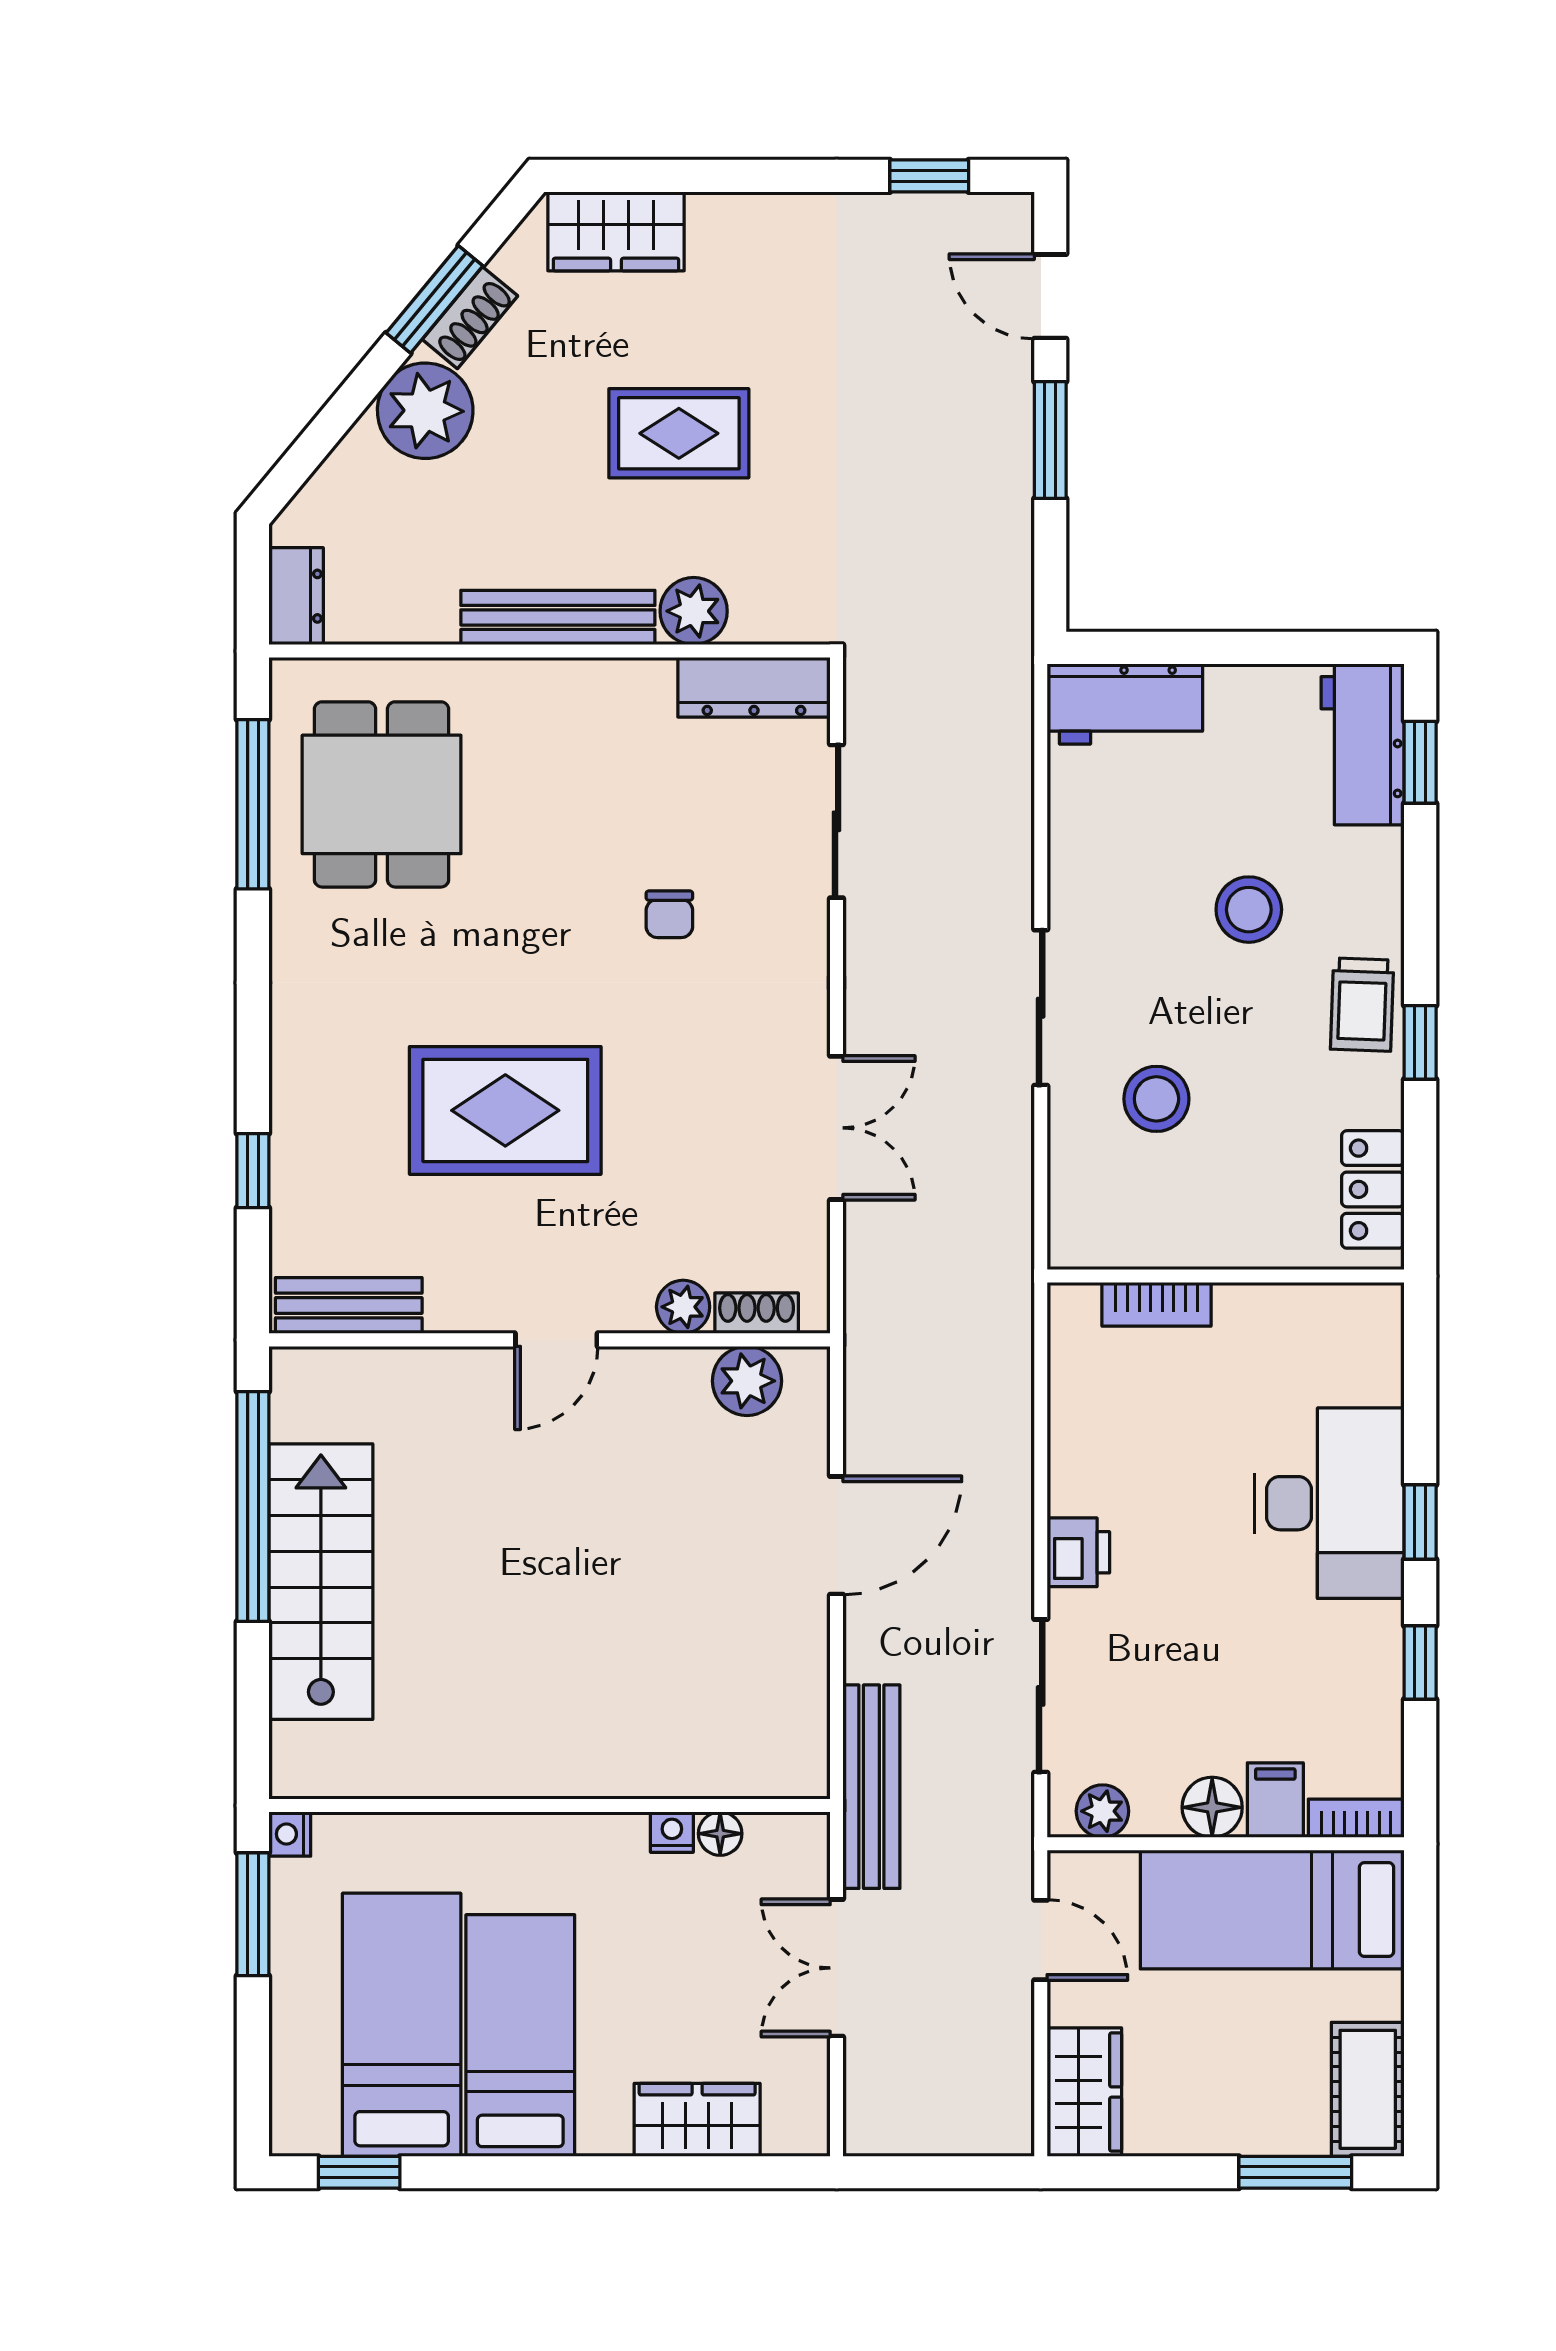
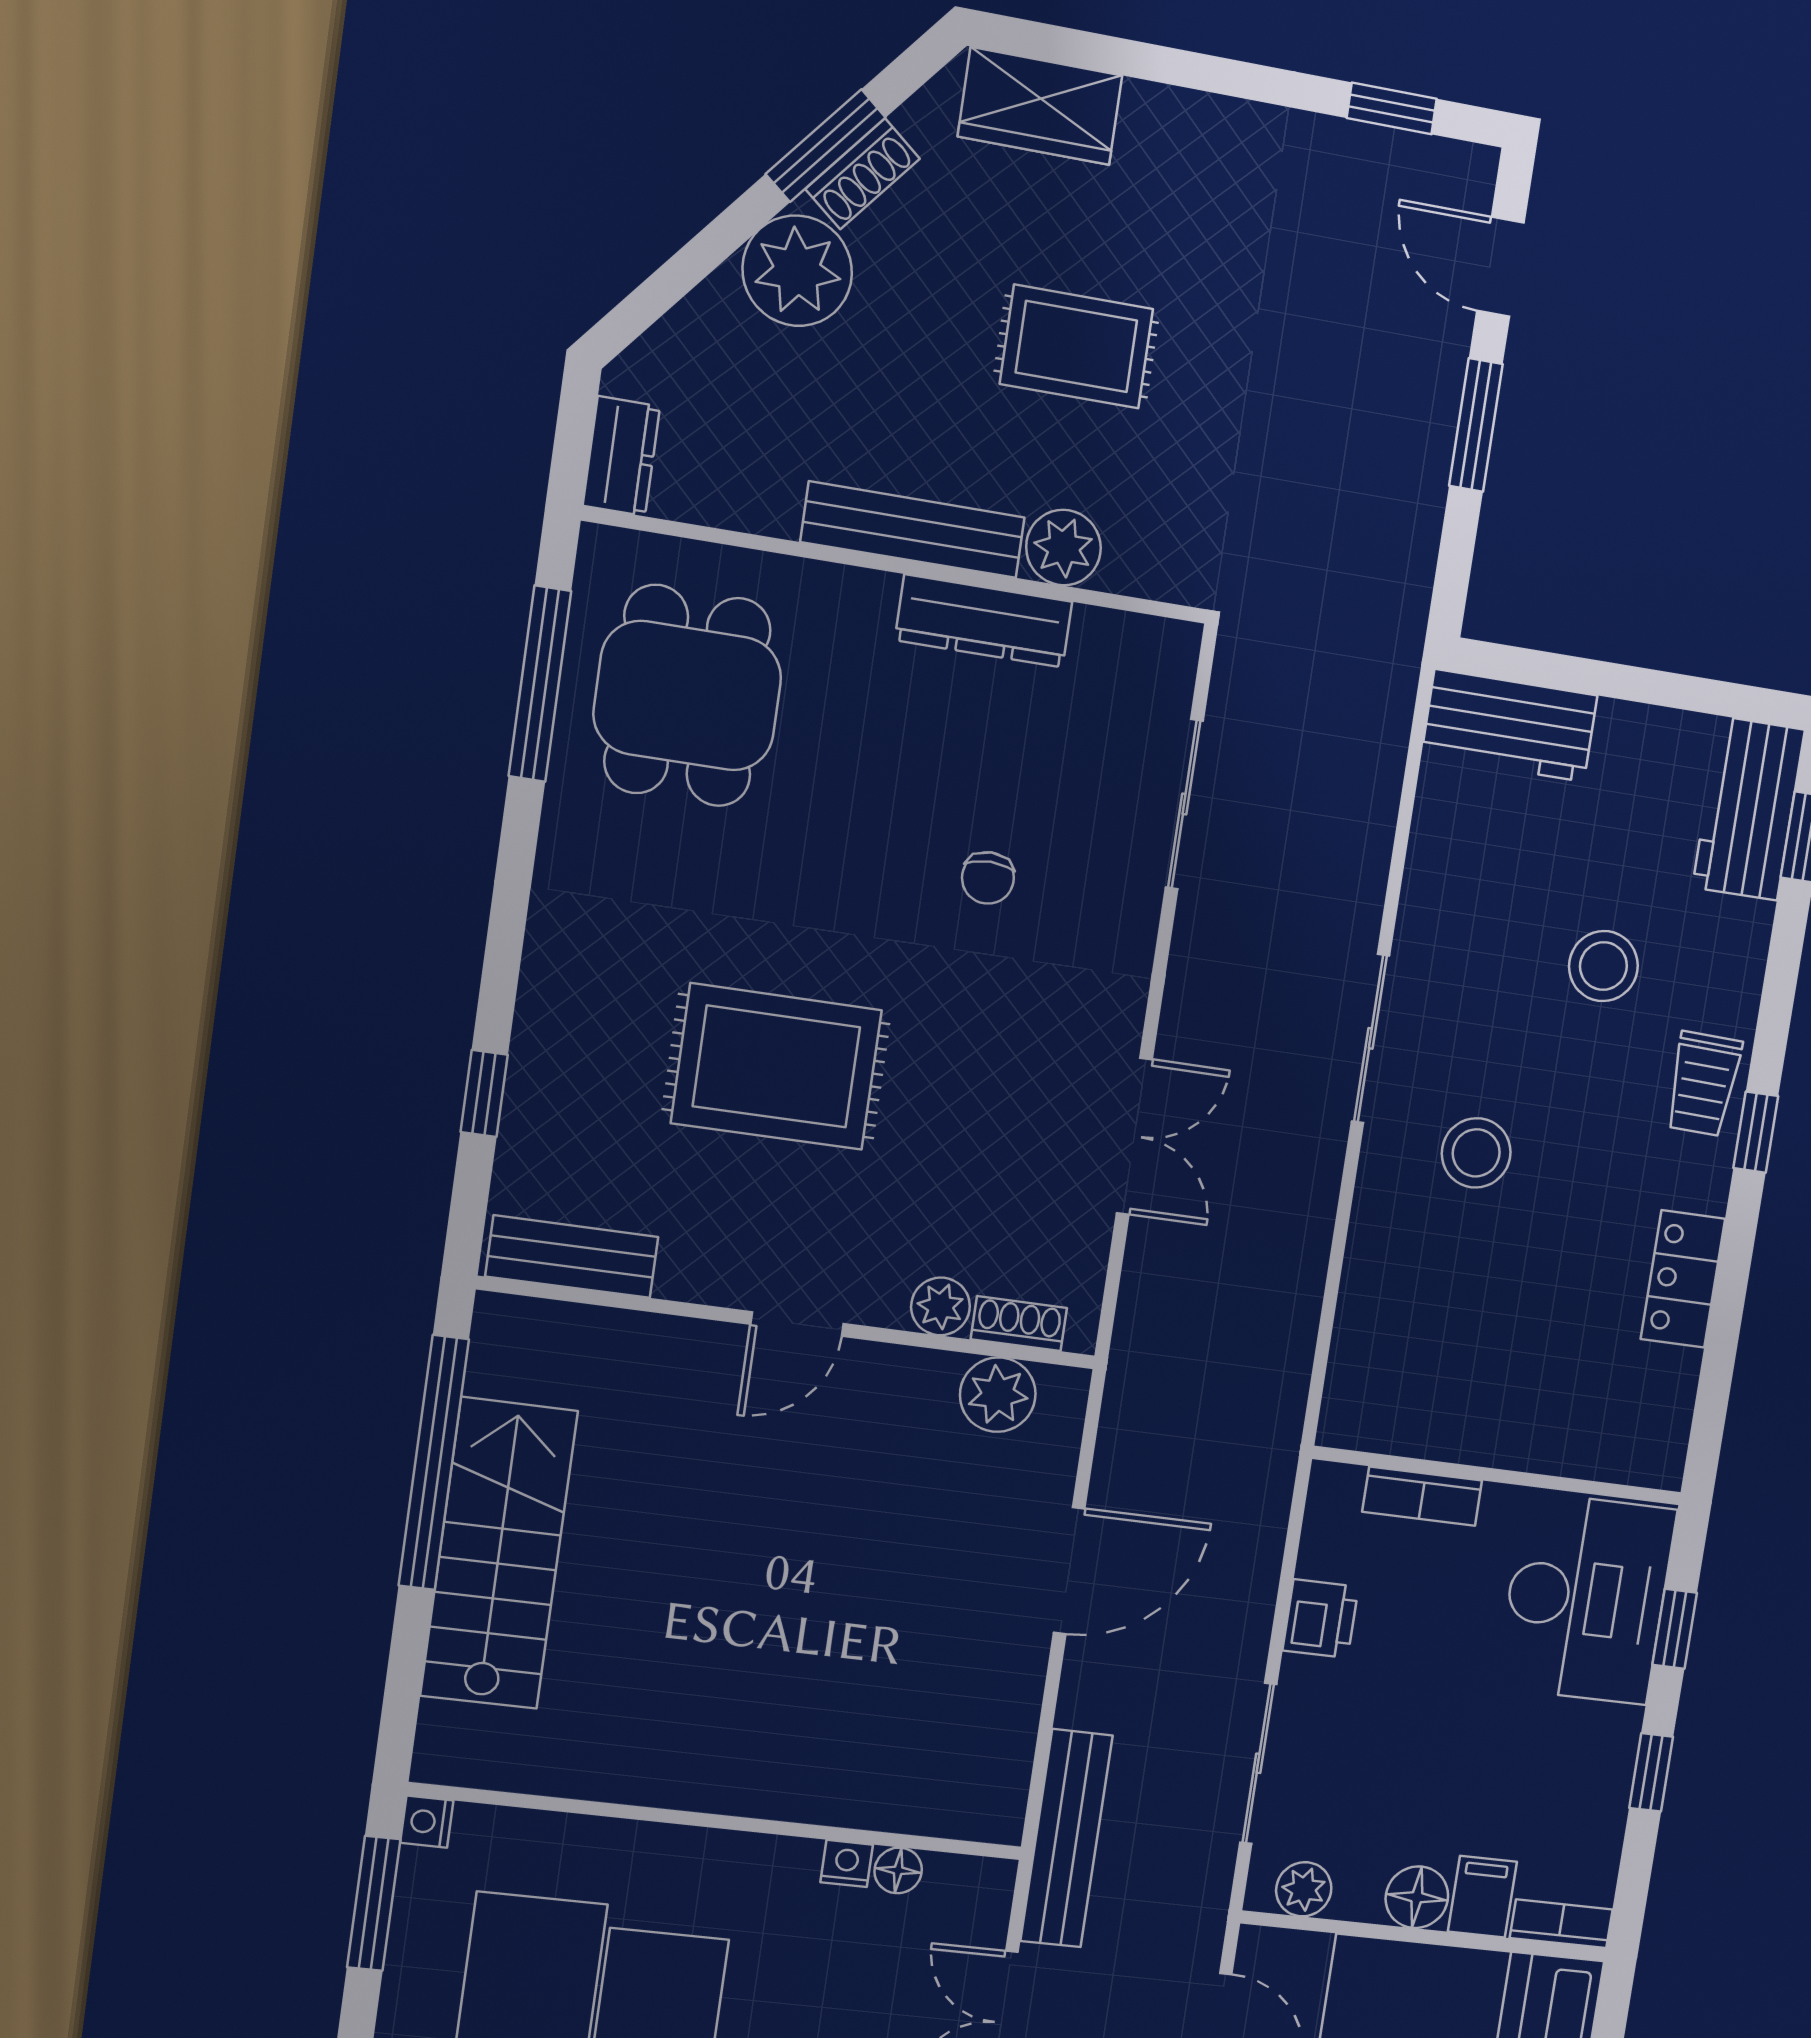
dresser: (754, 687) -> (984, 621), moved
wall: (1226, 1276) -> (1498, 1476), moved
bookcase: (1157, 1304) -> (1422, 1496), moved

